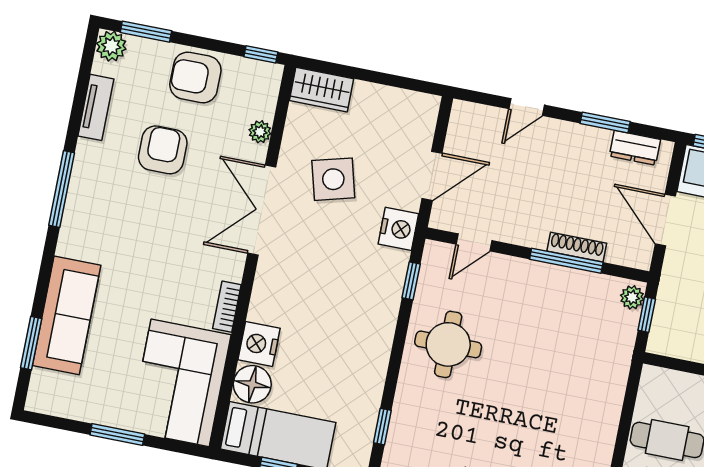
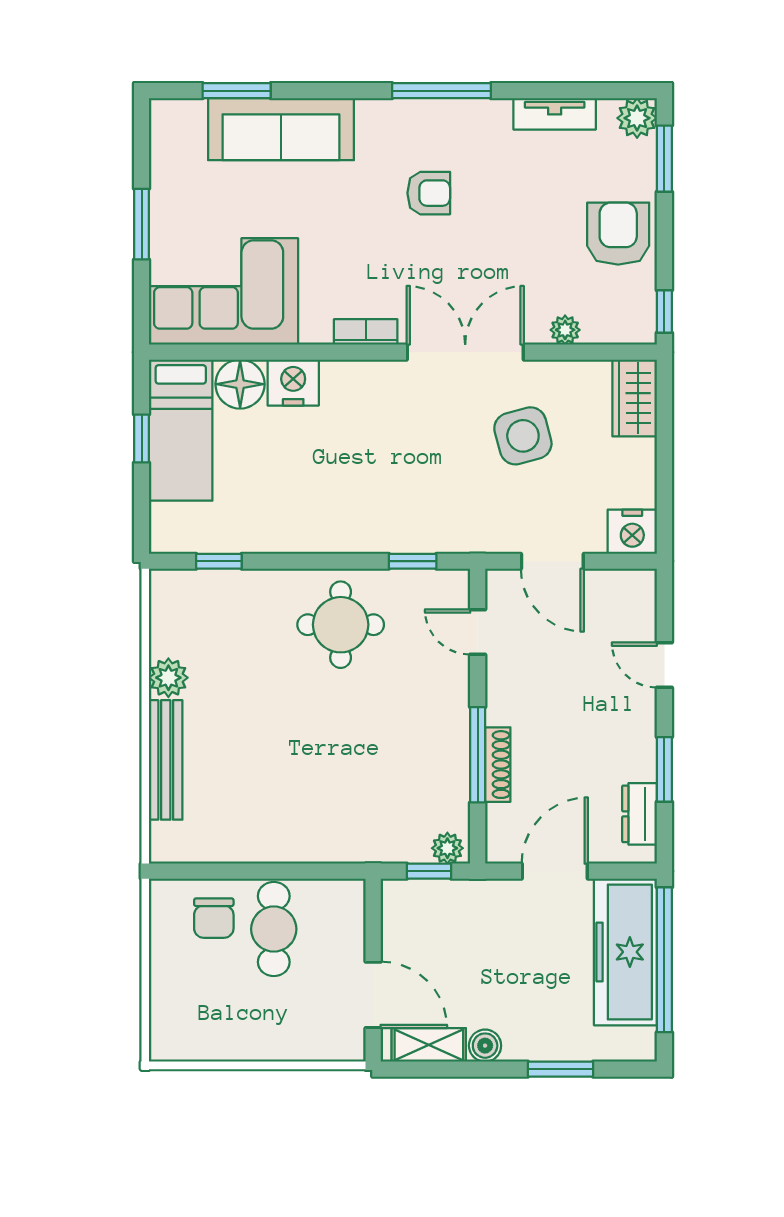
armchair: (163, 150) -> (429, 193), moved, width x0.72, depth x0.72
nightstand: (398, 229) -> (632, 532), moved
bookcase: (227, 307) -> (366, 332), moved

